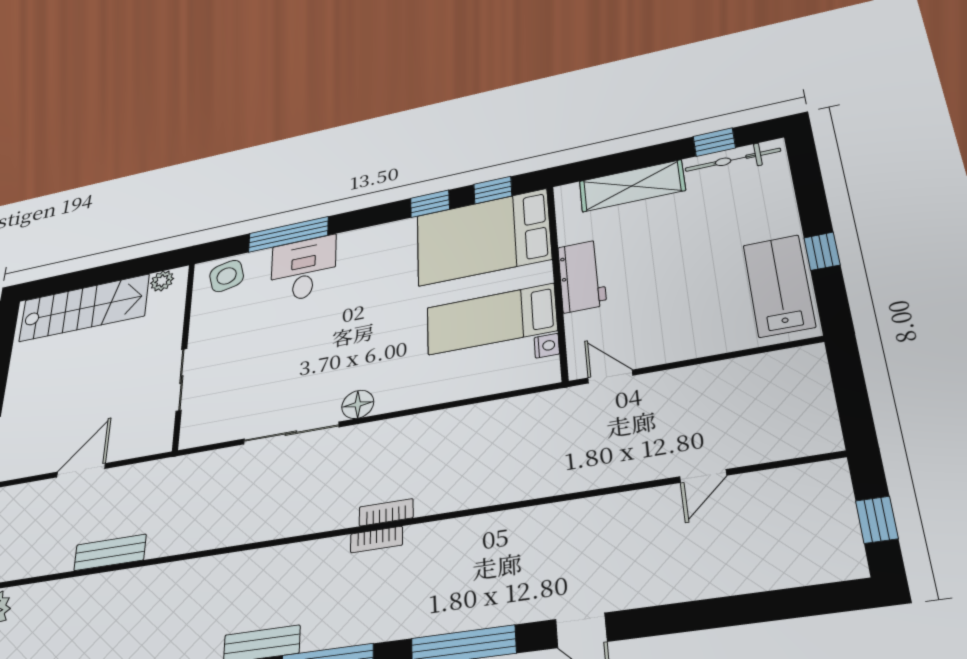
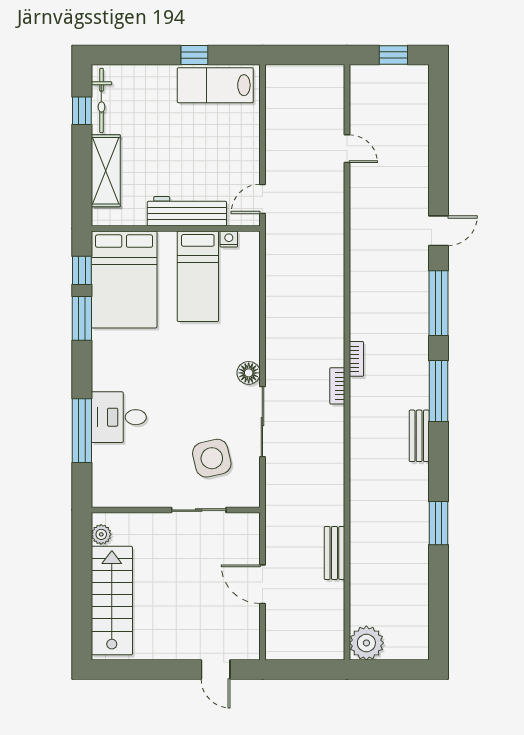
window: (430, 204) -> (82, 318), width x1.50
side table: (227, 276) -> (212, 458), moved, width x1.37, depth x1.37
workbench: (582, 276) -> (187, 211), width x1.37
bookcase: (386, 512) -> (337, 386), moved

